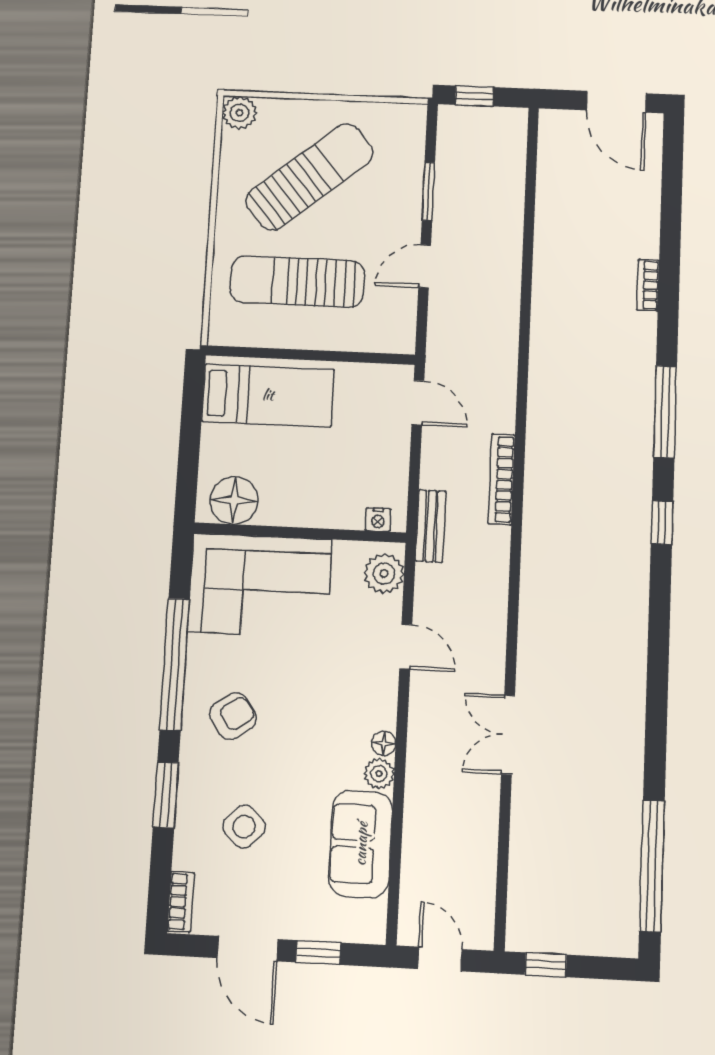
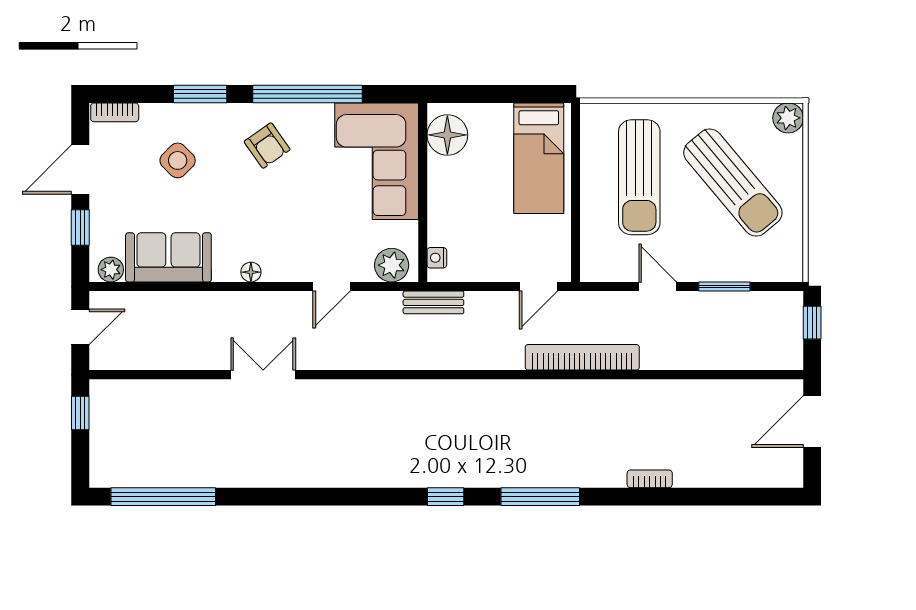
door: (616, 102) -> (812, 421), moved
sun lounger: (297, 282) -> (639, 177), turned 180
bookcase: (502, 479) -> (582, 357), moved, width x1.48, depth x1.31
plant: (379, 774) -> (111, 270), moved

